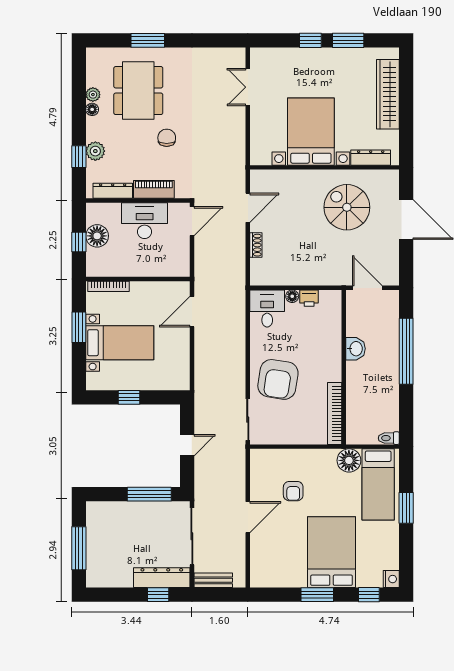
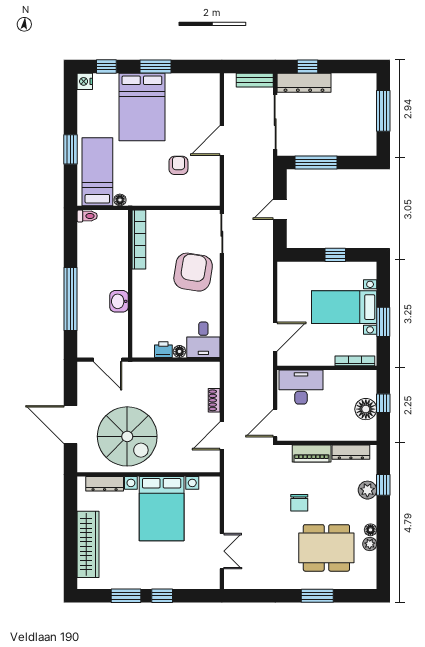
dining table: (138, 91) -> (326, 548), turned 90
spiral stairs: (347, 207) -> (127, 436), width x1.37, depth x1.37
desk: (145, 221) -> (301, 387), moved, turned 180
floor lamp: (349, 460) -> (120, 200), width x0.53, depth x0.53

